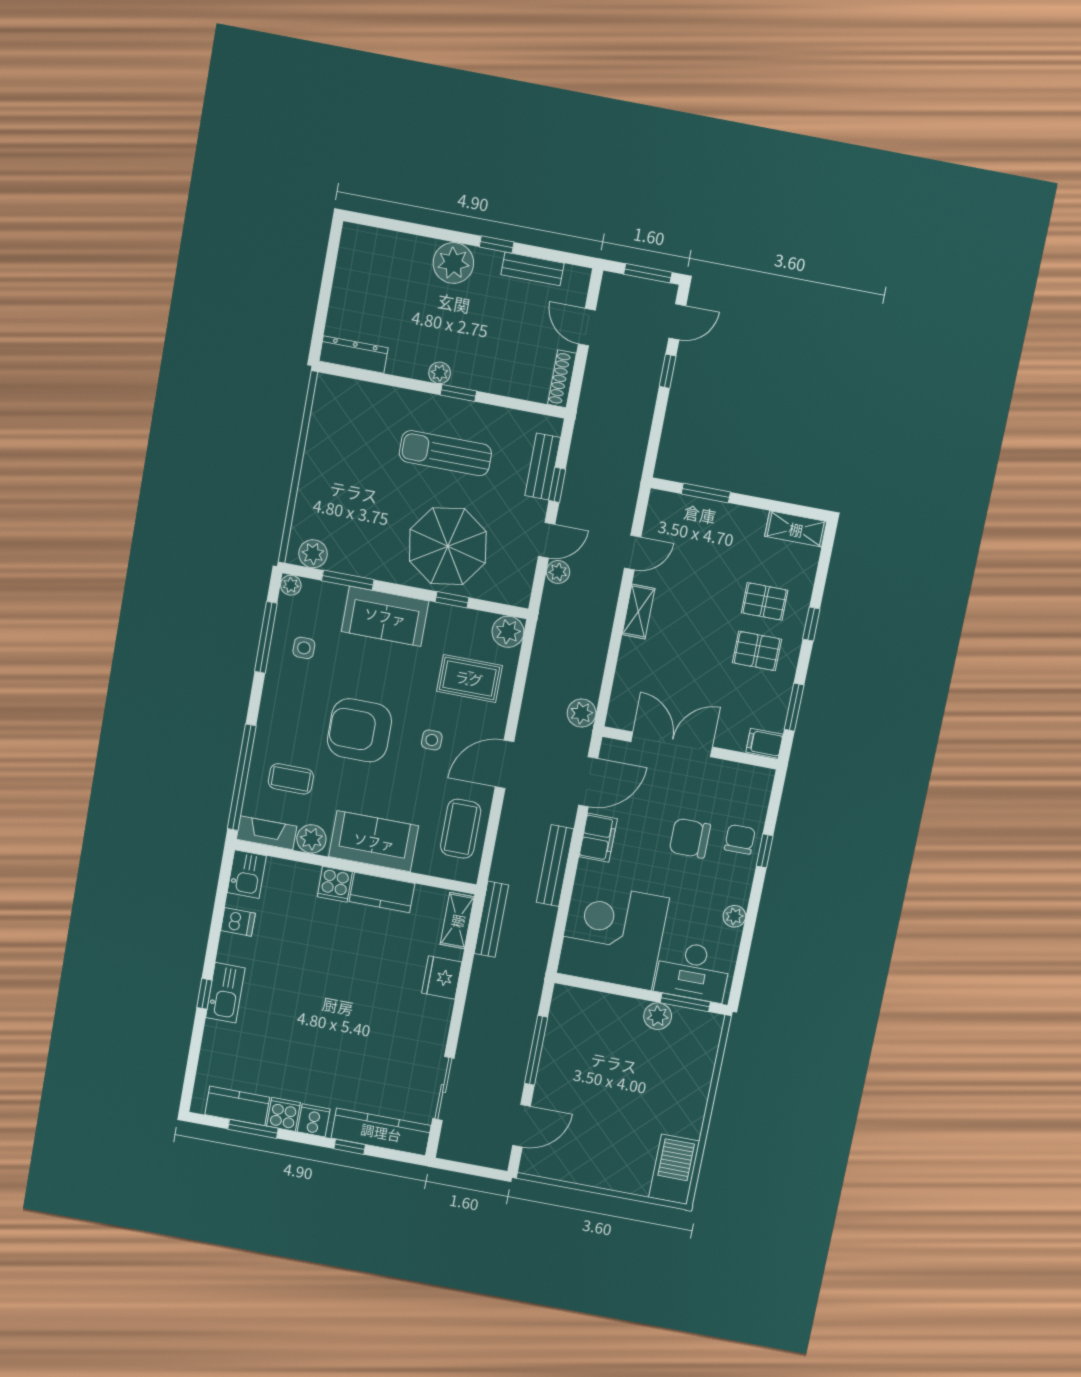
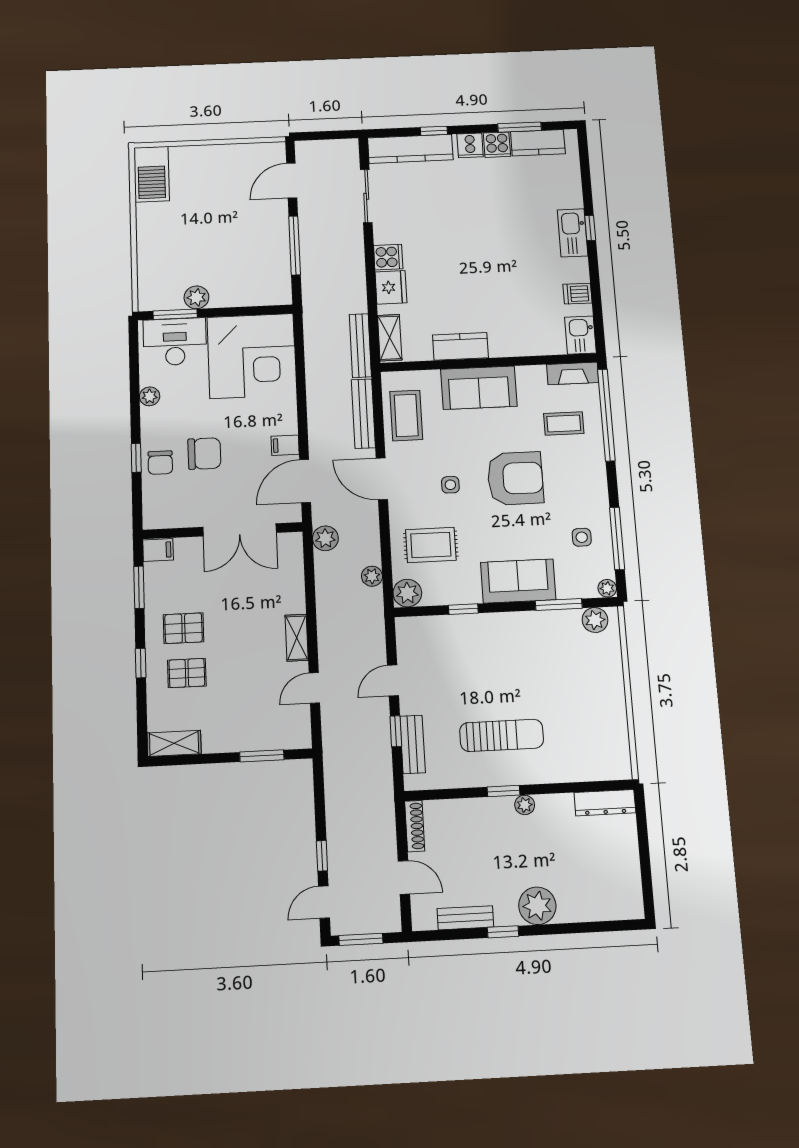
parasol: (448, 546) -> (479, 655), removed
plant: (558, 572) -> (372, 576), moved
door: (504, 764) -> (382, 479), swing flipped
filing cabinet: (598, 838) -> (285, 445), width x0.50
plant: (311, 839) -> (533, 377), removed
bench: (555, 866) -> (363, 414), moved
cooker: (335, 884) -> (388, 257), moved, turned 90

